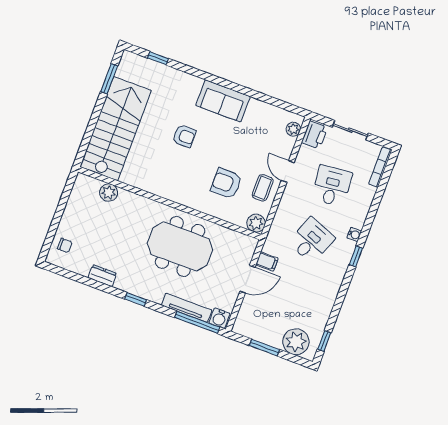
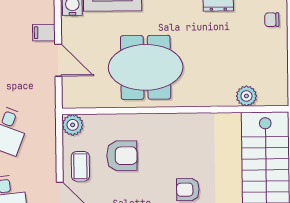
filing cabinet: (267, 262) -> (44, 33), moved
door: (247, 279) -> (58, 60), swing flipped

